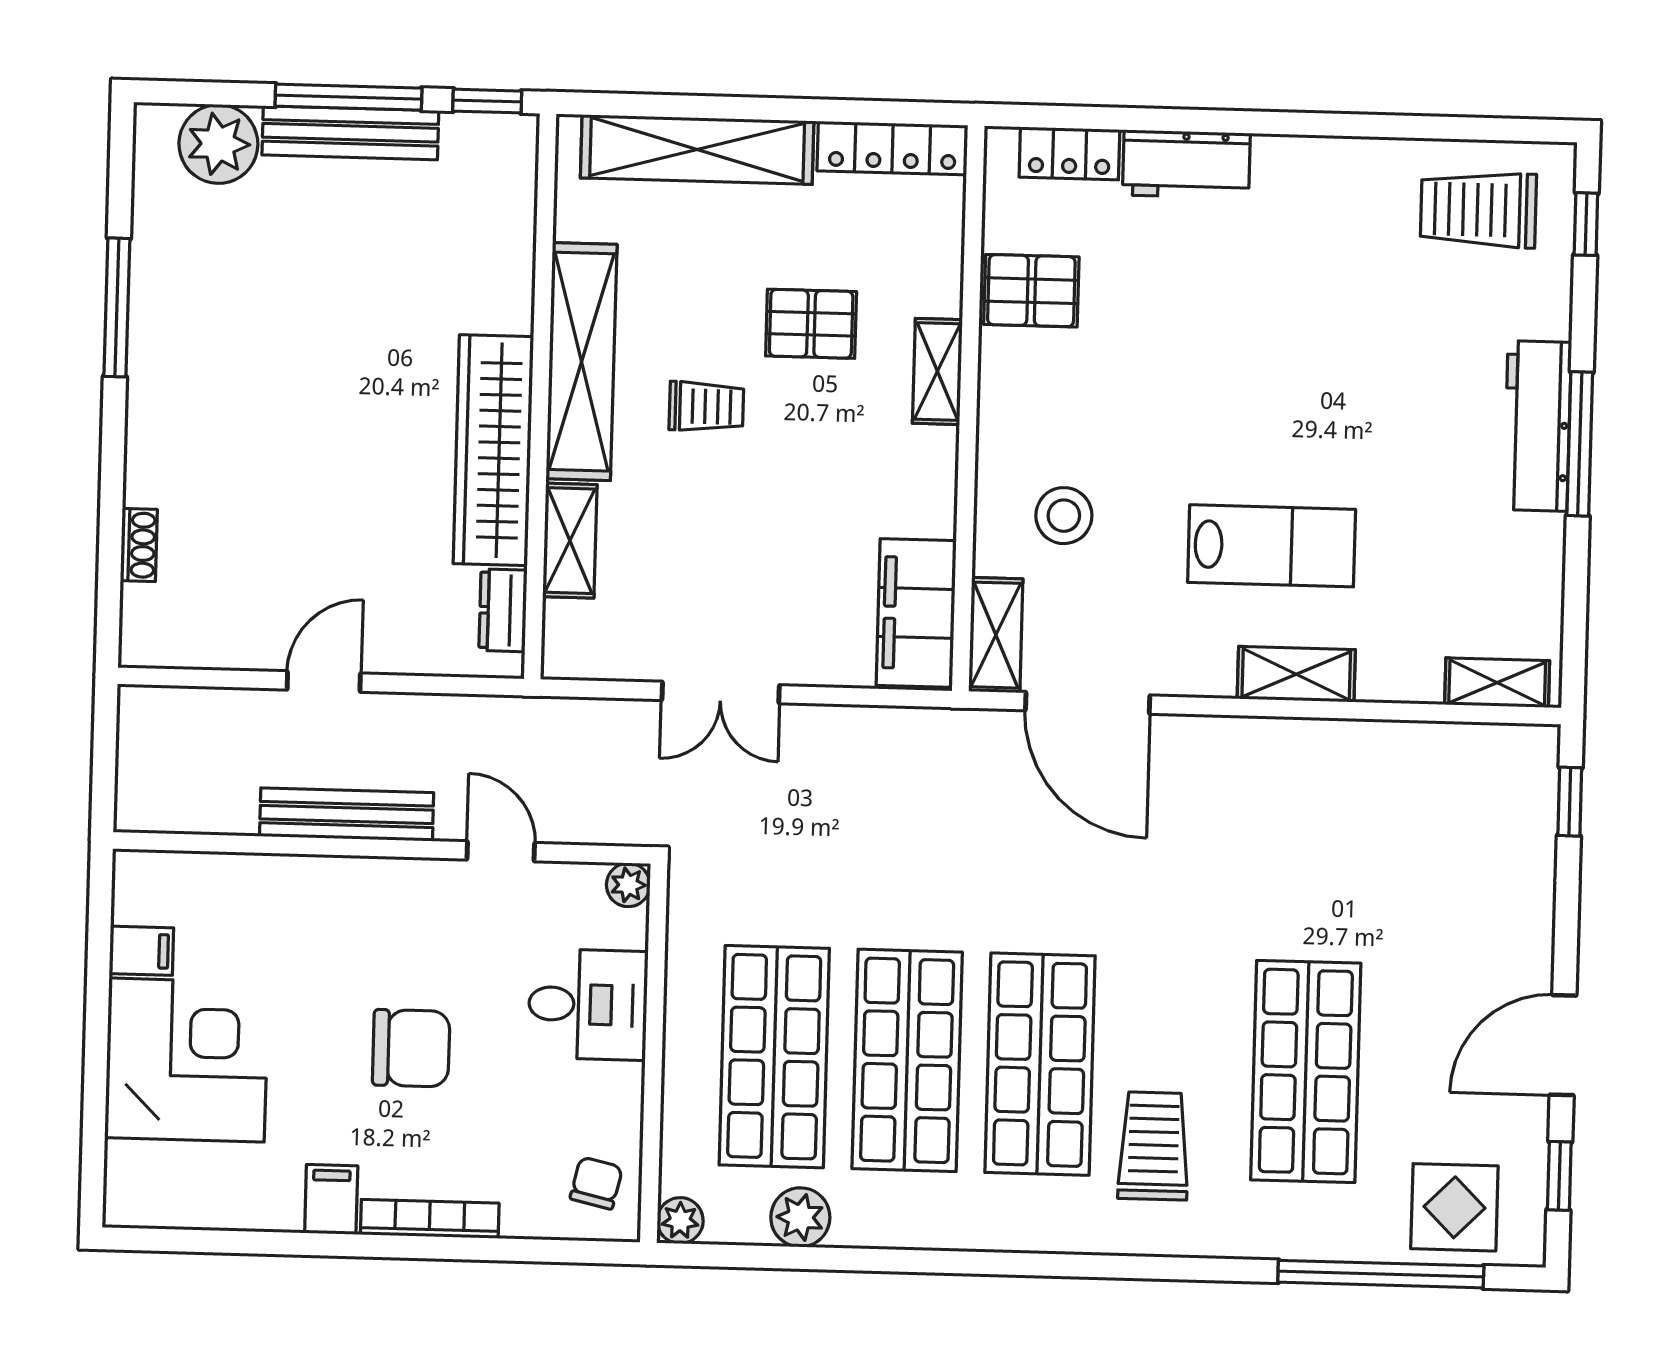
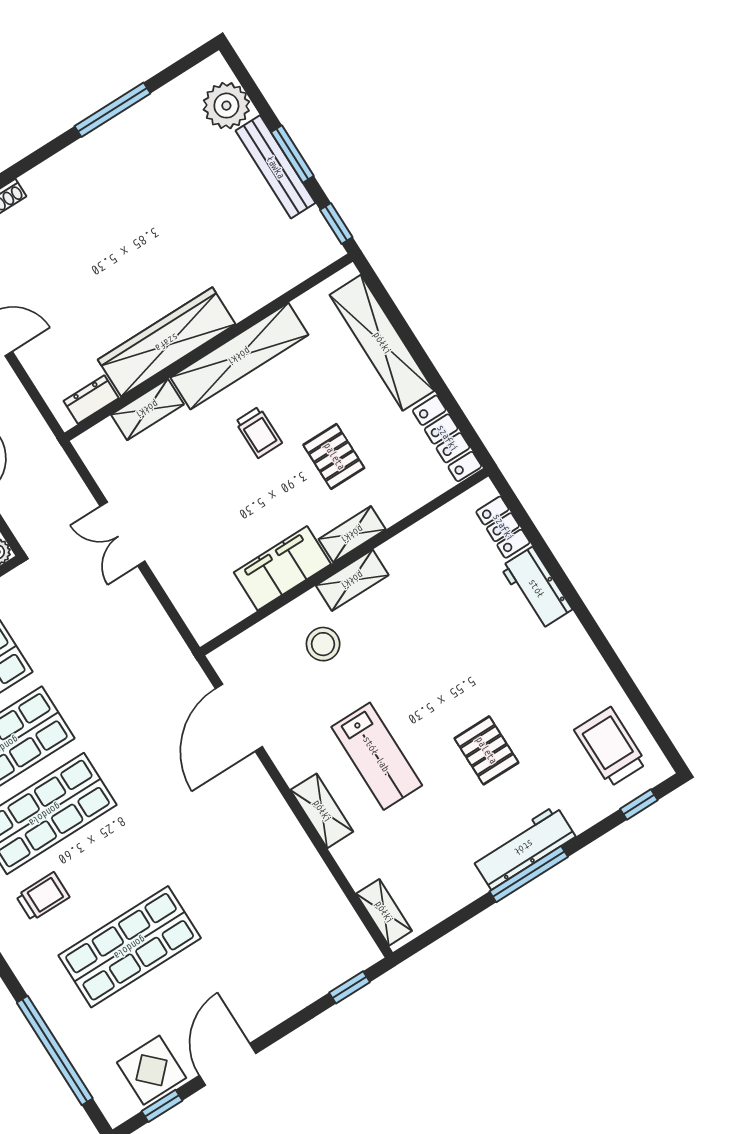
window: (348, 97) -> (292, 154), width x0.69
pallet: (1031, 291) -> (486, 750), moved
filing cabinet: (916, 613) -> (282, 568), moved
shelving: (996, 635) -> (352, 580), moved
door: (1563, 1045) -> (228, 1064), hinge flipped
trolley: (1154, 1146) -> (43, 896), width x0.73, depth x0.72
display table: (1454, 1207) -> (152, 1070), moved

